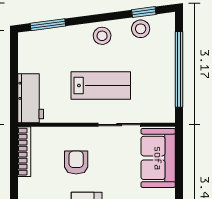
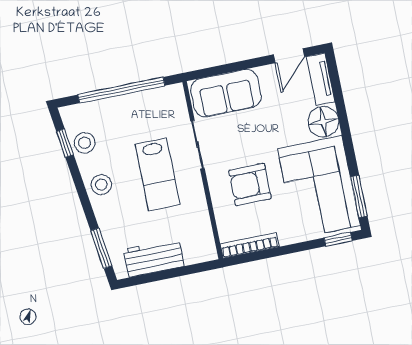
lab bench: (101, 86) -> (158, 174), turned 180
workbench: (31, 98) -> (154, 258), moved
armchair: (76, 163) -> (250, 184), width x1.38, depth x1.38

